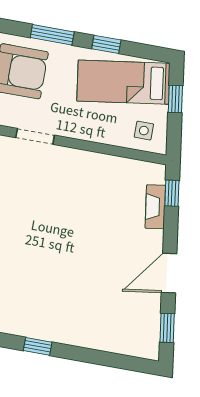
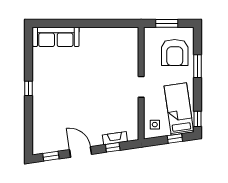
window: (106, 44) -> (198, 119), moved
doorway: (35, 136) -> (141, 87), moved
window: (172, 193) -> (113, 147), moved

